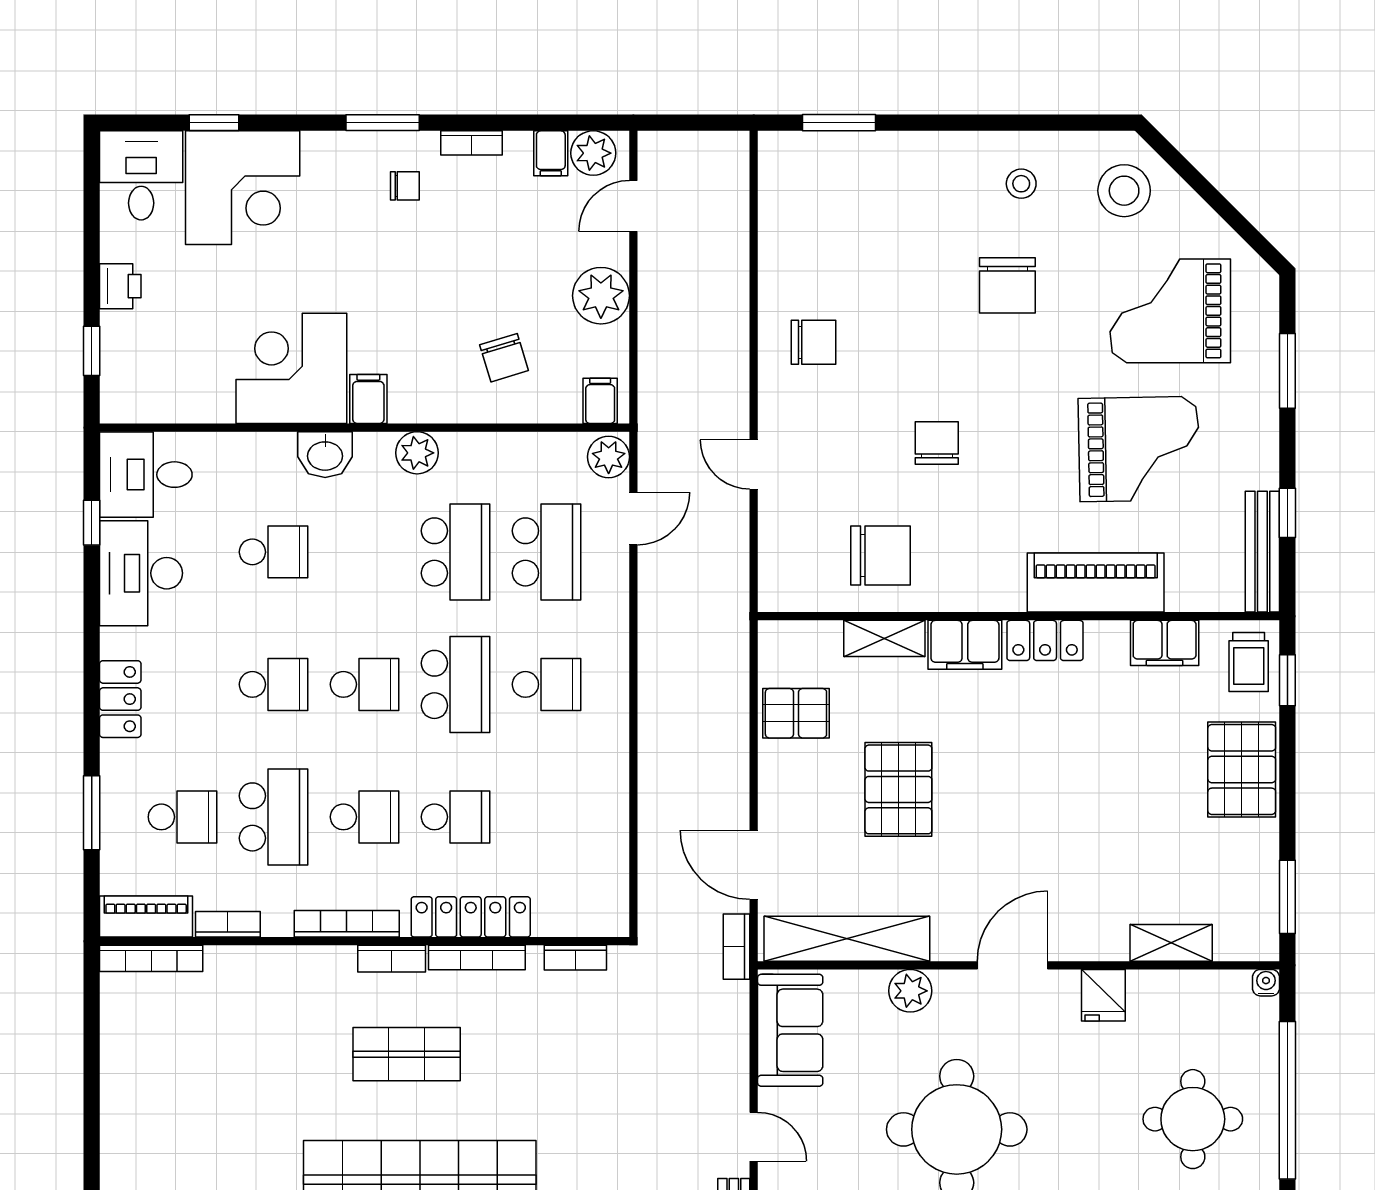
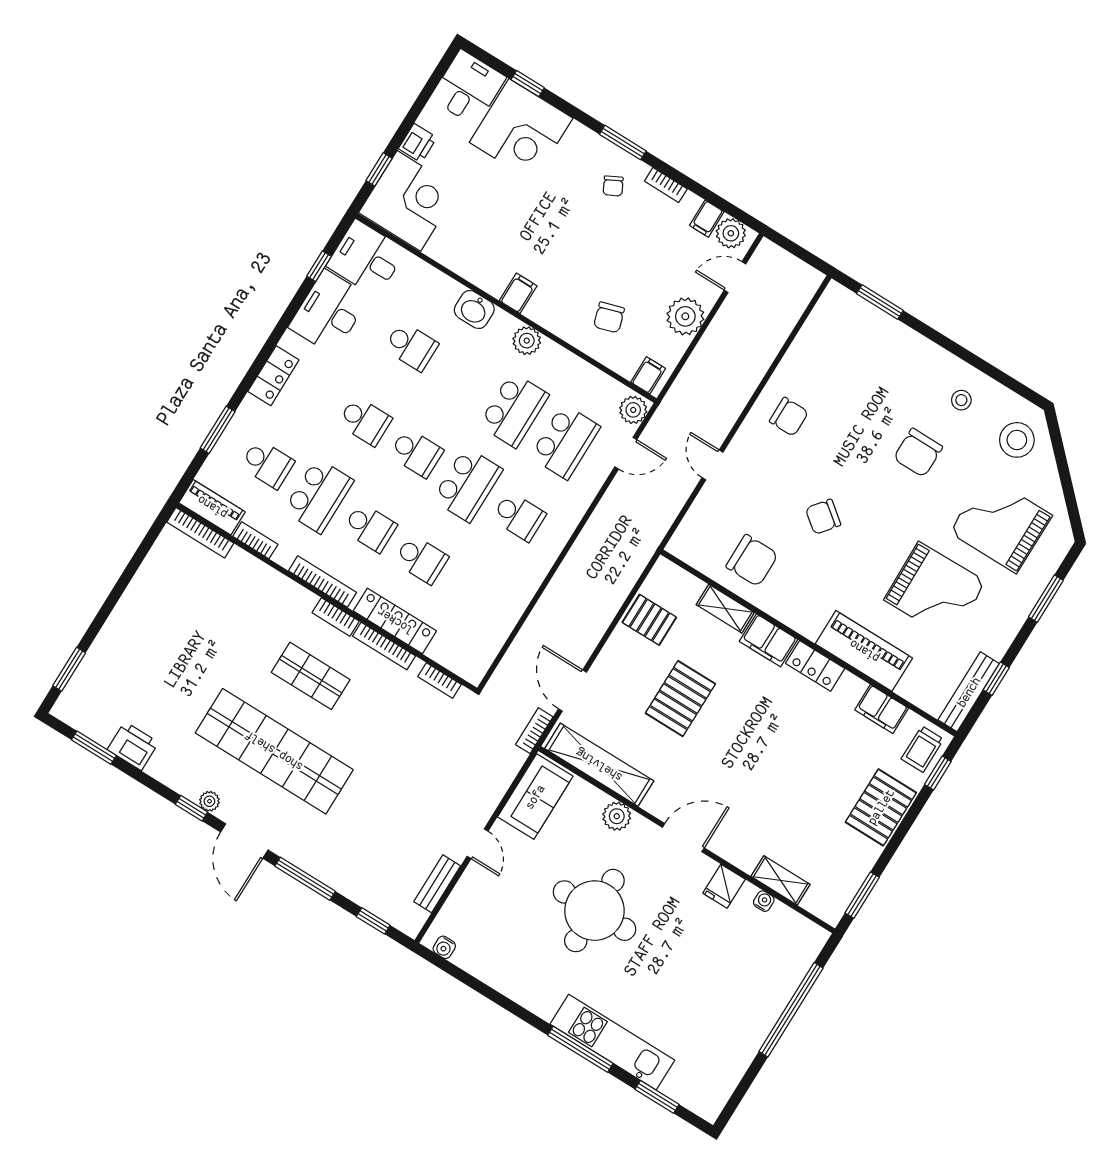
chair: (405, 186) -> (613, 186), turned 63
corner desk: (291, 368) -> (409, 201), moved, turned 90
chair: (937, 443) -> (823, 517), turned -142
water cooler: (1266, 983) -> (764, 901), moved
round table: (1193, 1119) -> (731, 987), removed

